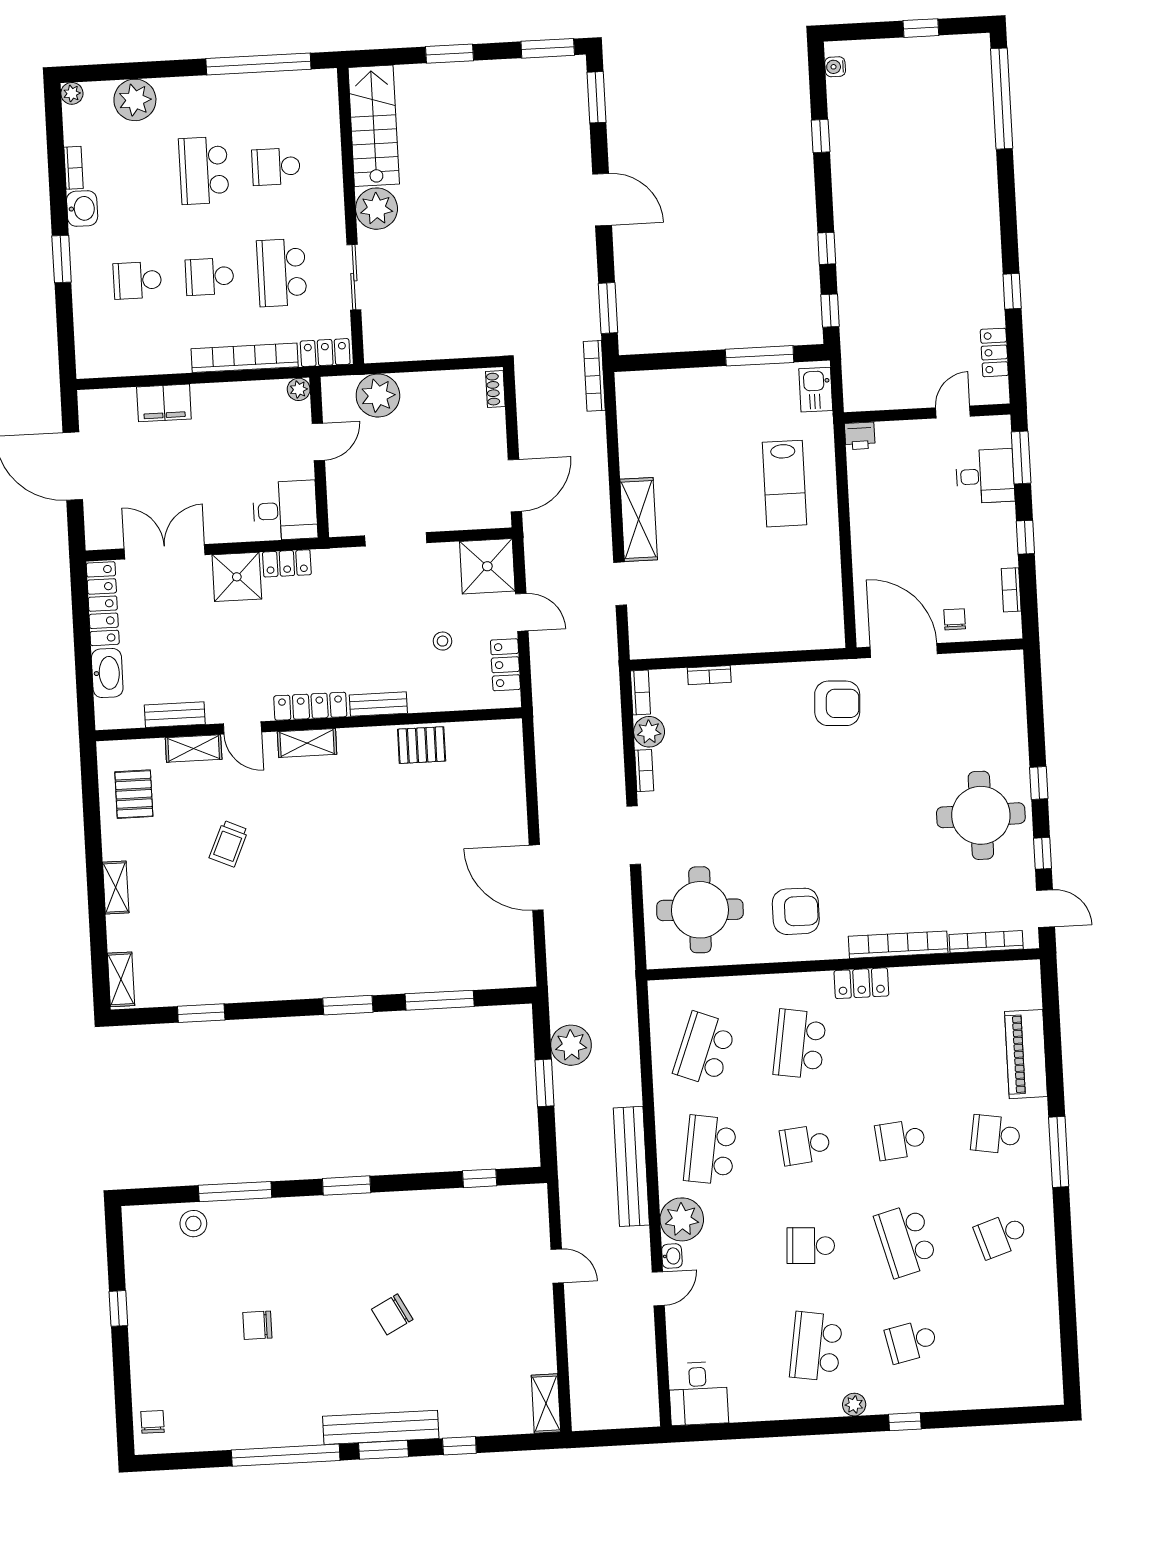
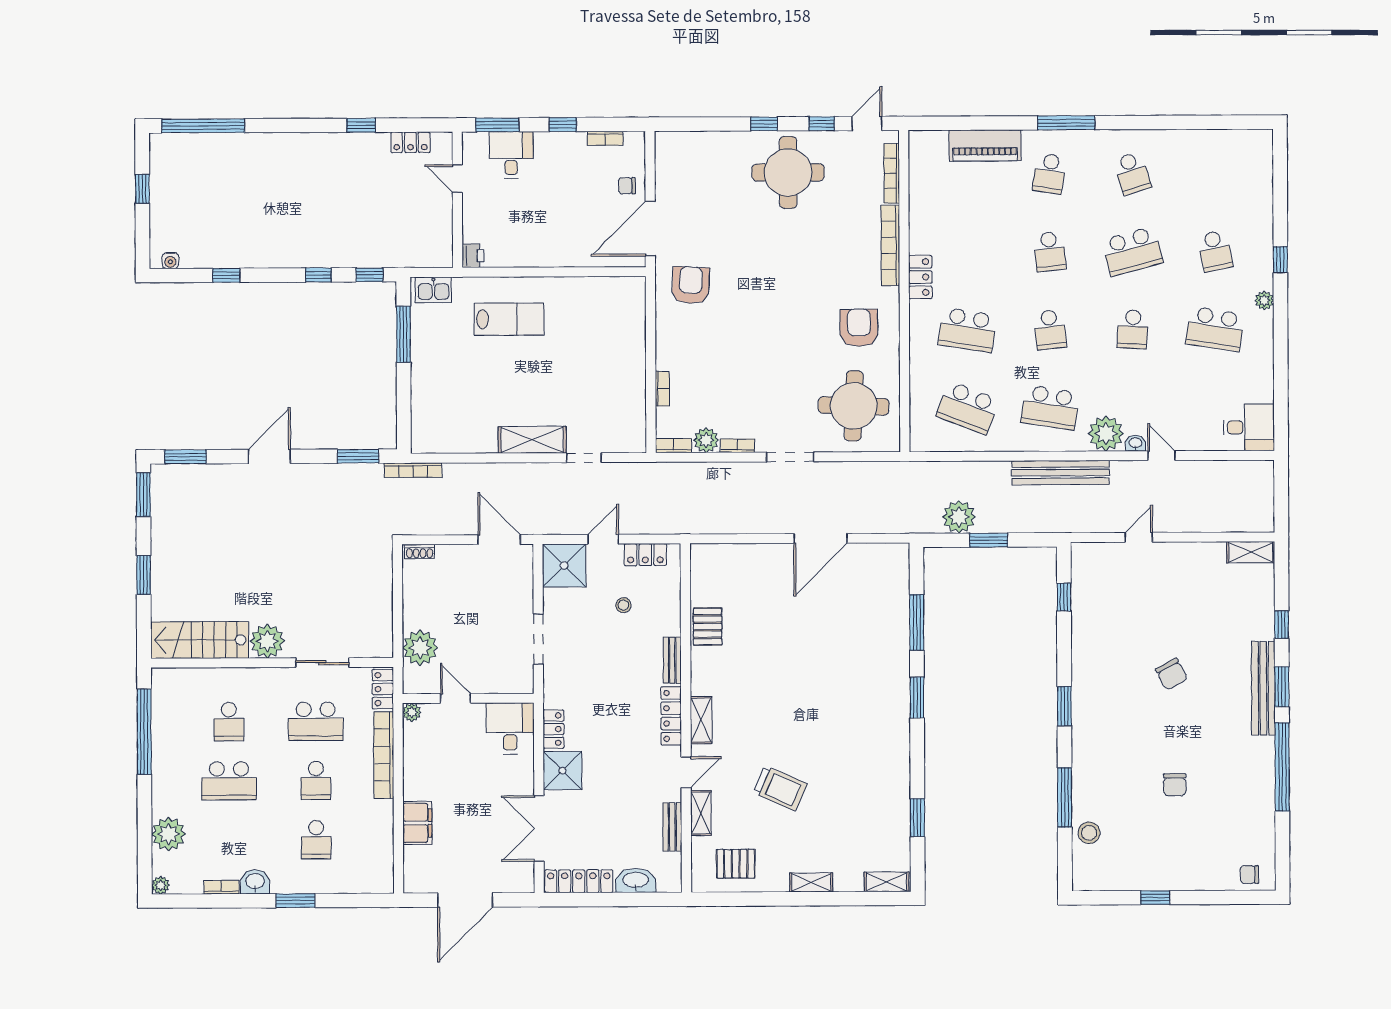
trolley: (229, 844) -> (780, 788), width x1.36, depth x1.39

